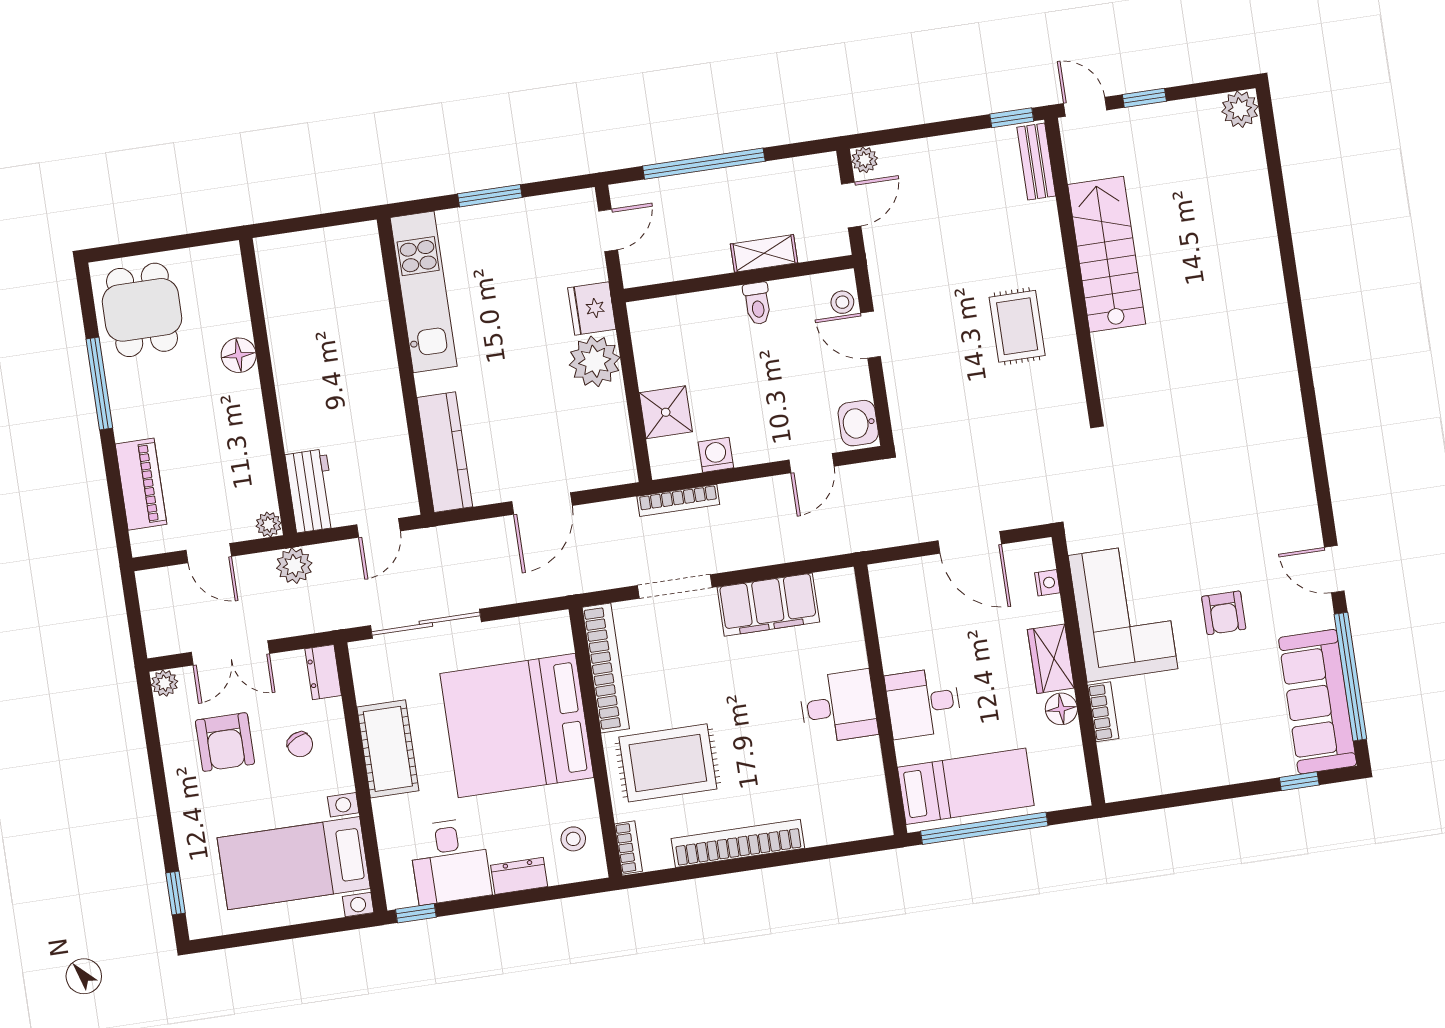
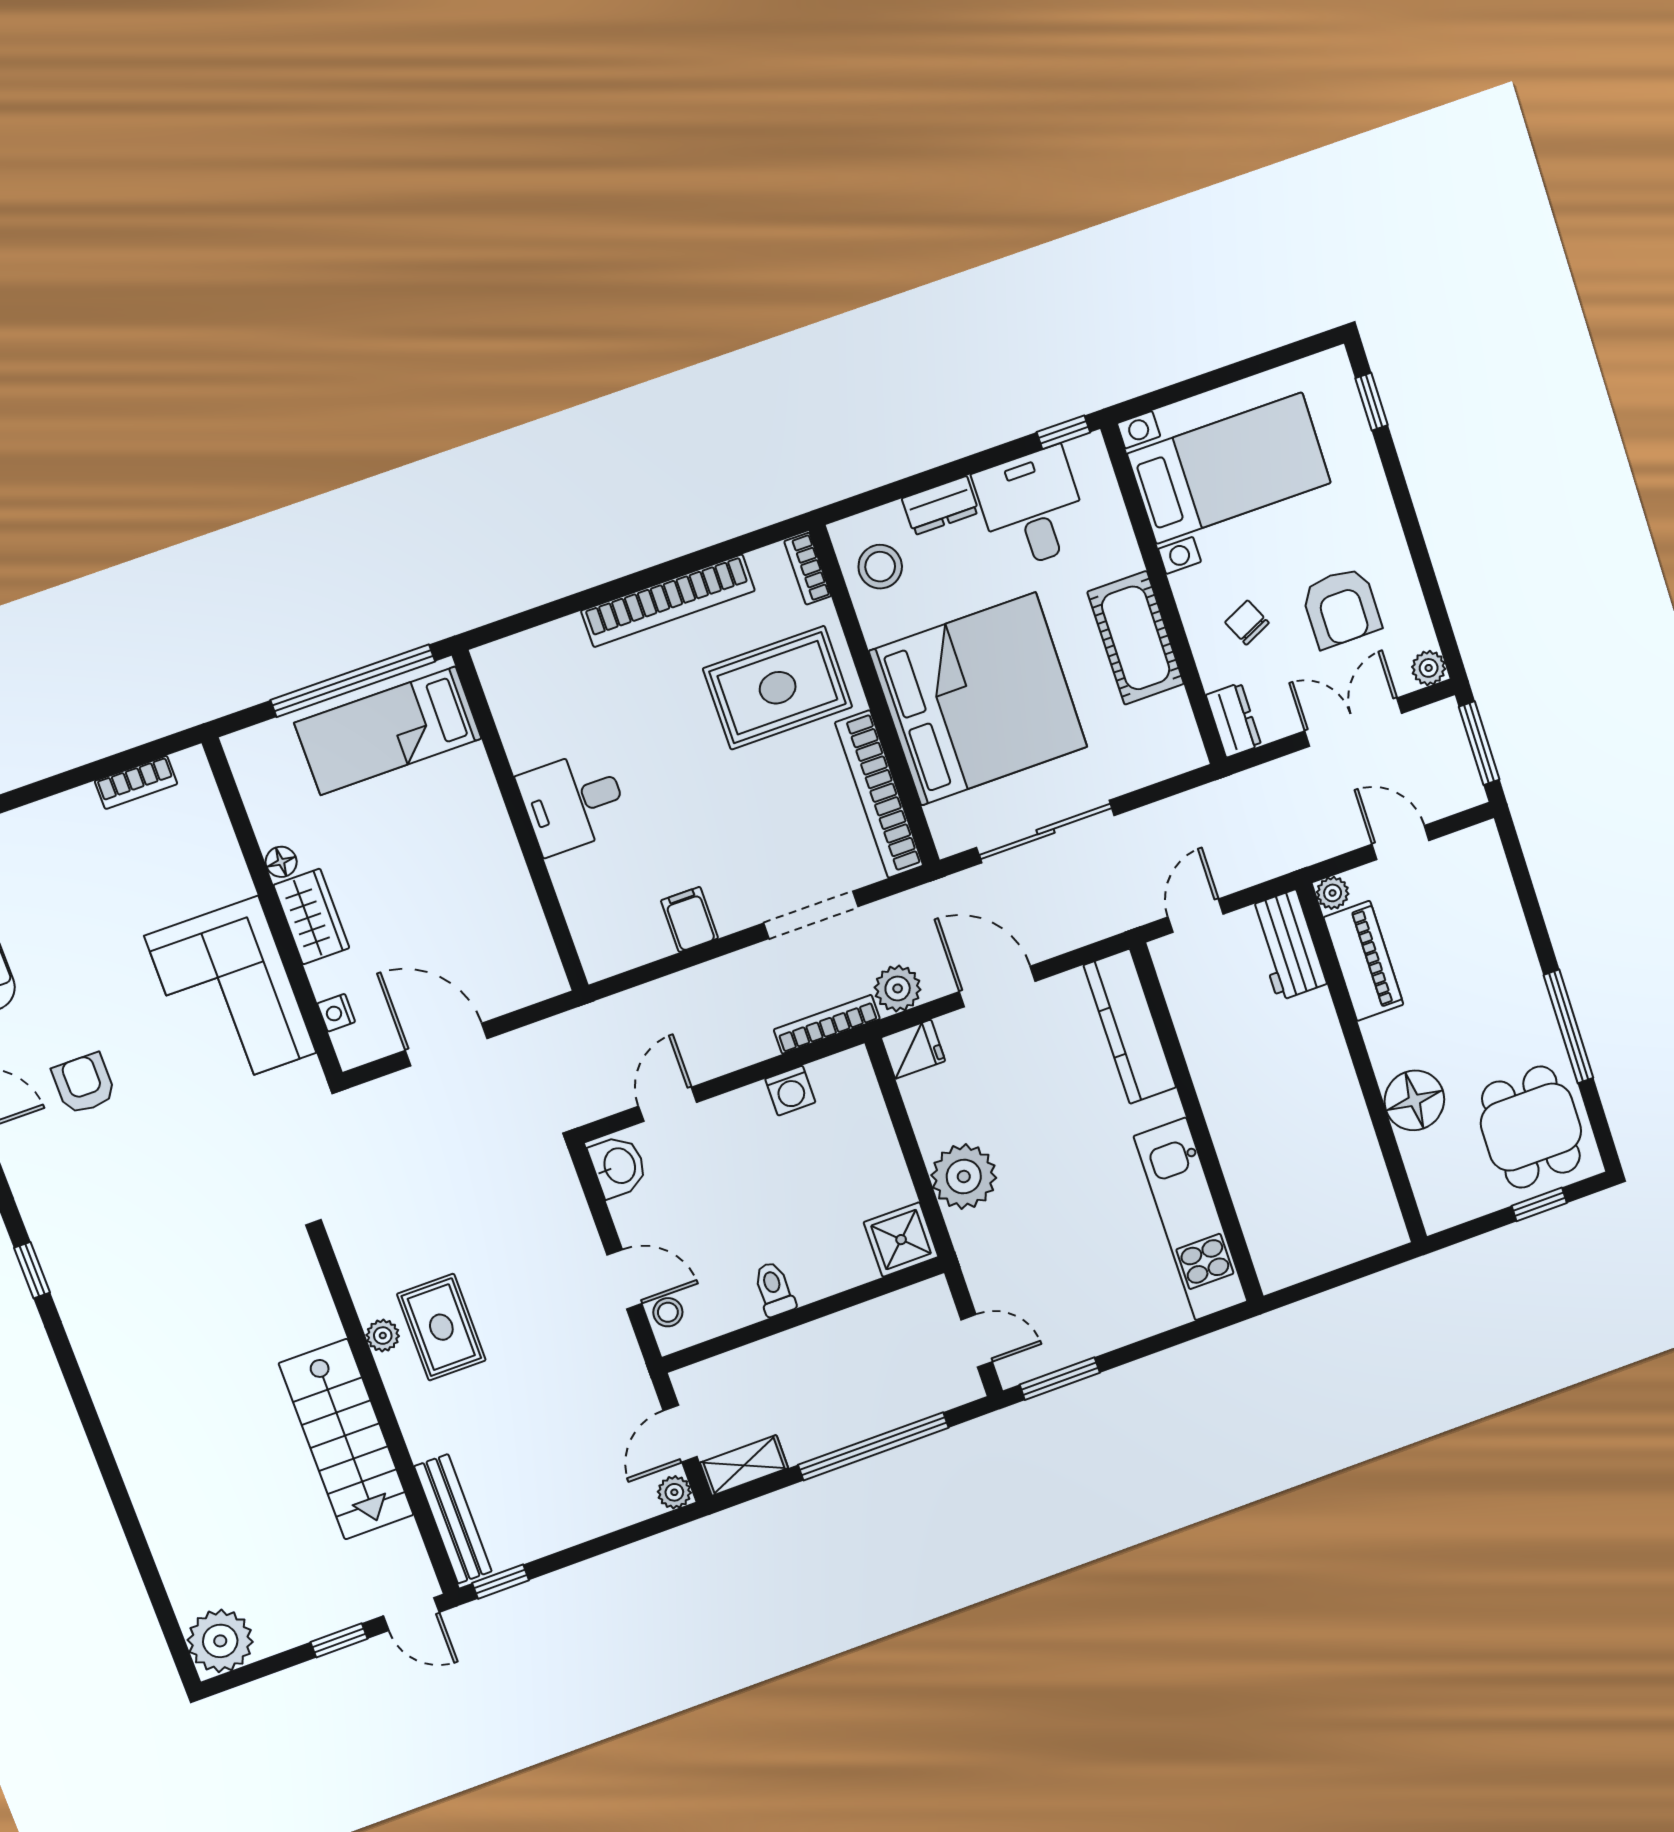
plant: (1240, 109) -> (220, 1641), width x1.36, depth x1.36
bench: (1036, 162) -> (453, 1519), width x1.36
window: (490, 196) -> (1060, 1379), moved
door: (608, 230) -> (977, 1341), swing flipped
window: (145, 247) -> (1539, 1204), added
shelving: (764, 253) -> (744, 1465), moved
fridge: (592, 308) -> (913, 1049), moved, width x0.72
plant: (1063, 329) -> (383, 1336), added
floor lamp: (239, 355) -> (1414, 1100), width x1.38, depth x1.38
shower: (666, 412) -> (901, 1240), moved
window: (1314, 433) -> (32, 1270), added
piano: (141, 484) -> (1364, 961), moved, turned 180
door: (542, 503) -> (997, 986), hinge flipped
plant: (294, 566) -> (898, 988), moved
filing cabinet: (768, 605) -> (689, 919), width x0.33, depth x0.86
armchair: (1224, 613) -> (84, 1084), moved
window: (134, 618) -> (1479, 743), added
sliding door: (426, 624) -> (1046, 831), moved
desk: (923, 703) -> (465, 828), removed
floor lamp: (1061, 709) -> (281, 862), width x0.73, depth x0.73
bookcase: (1103, 712) -> (136, 782), moved, turned -90
armchair: (225, 742) -> (1341, 607), turned 180
stool: (573, 839) -> (880, 567), width x1.37, depth x1.37

